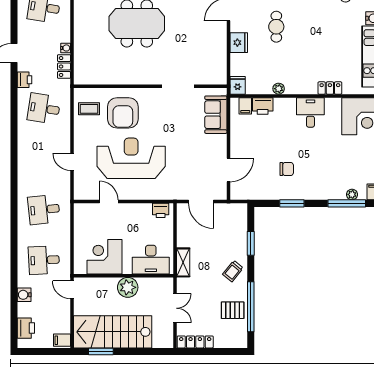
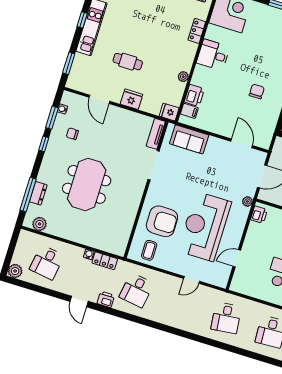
tv unit: (211, 79) -> (156, 134), added
plant: (170, 194) -> (247, 201), added

